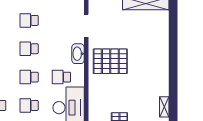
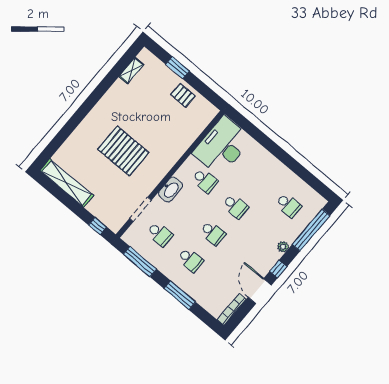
pallet: (110, 61) -> (123, 151), moved
school desk: (29, 105) -> (160, 234), moved

